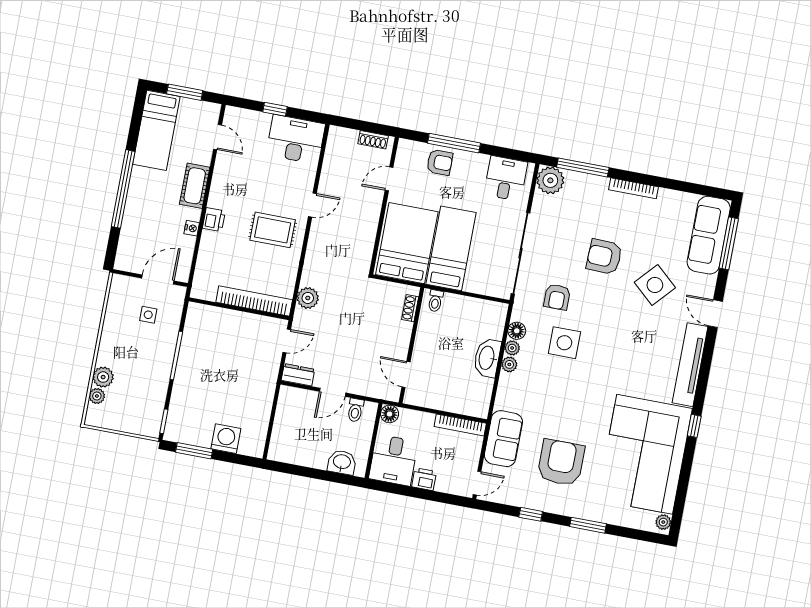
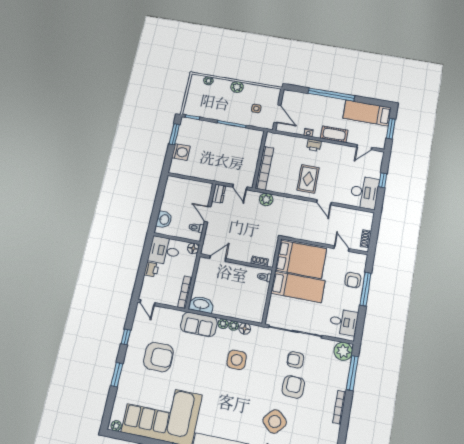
armchair: (557, 297) -> (295, 360), moved
washbasin: (487, 358) -> (201, 304), moved
plant: (103, 377) -> (237, 87), moved
sofa: (503, 439) -> (199, 324), moved

